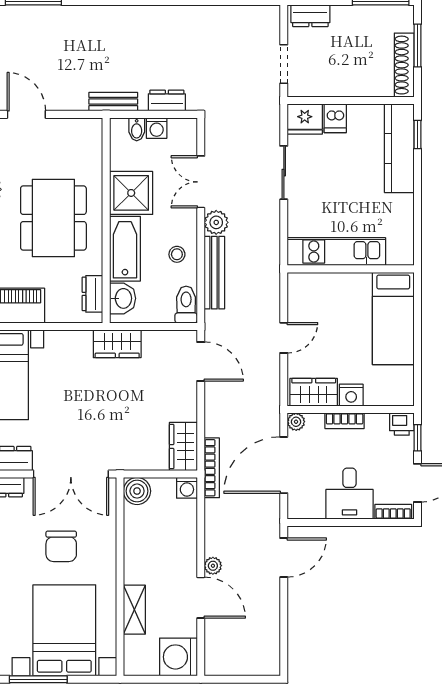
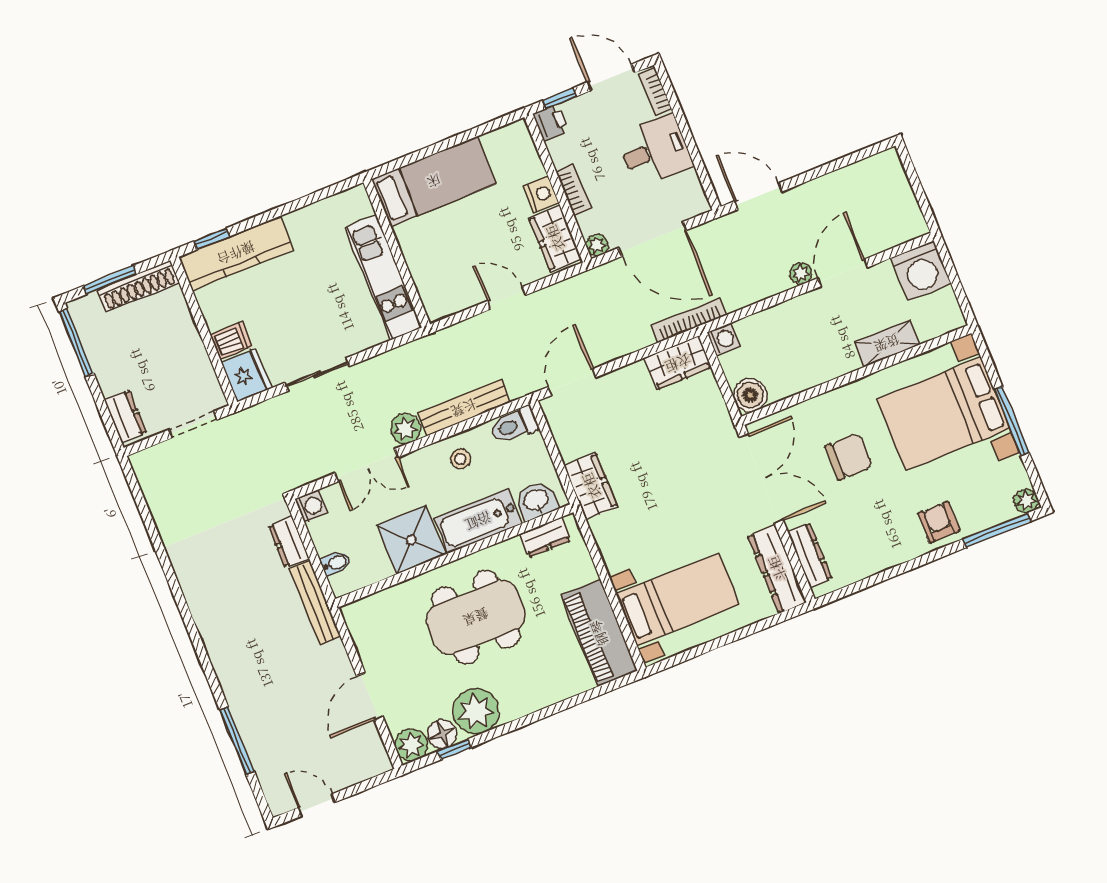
bench: (113, 102) -> (315, 603), width x1.36
washing machine: (157, 128) -> (311, 506), moved

